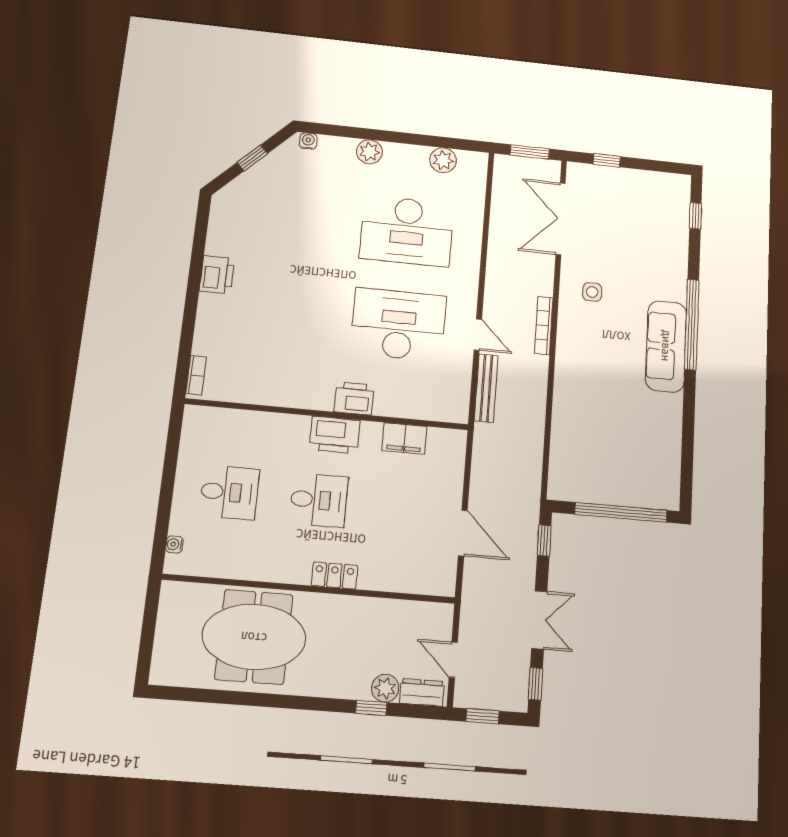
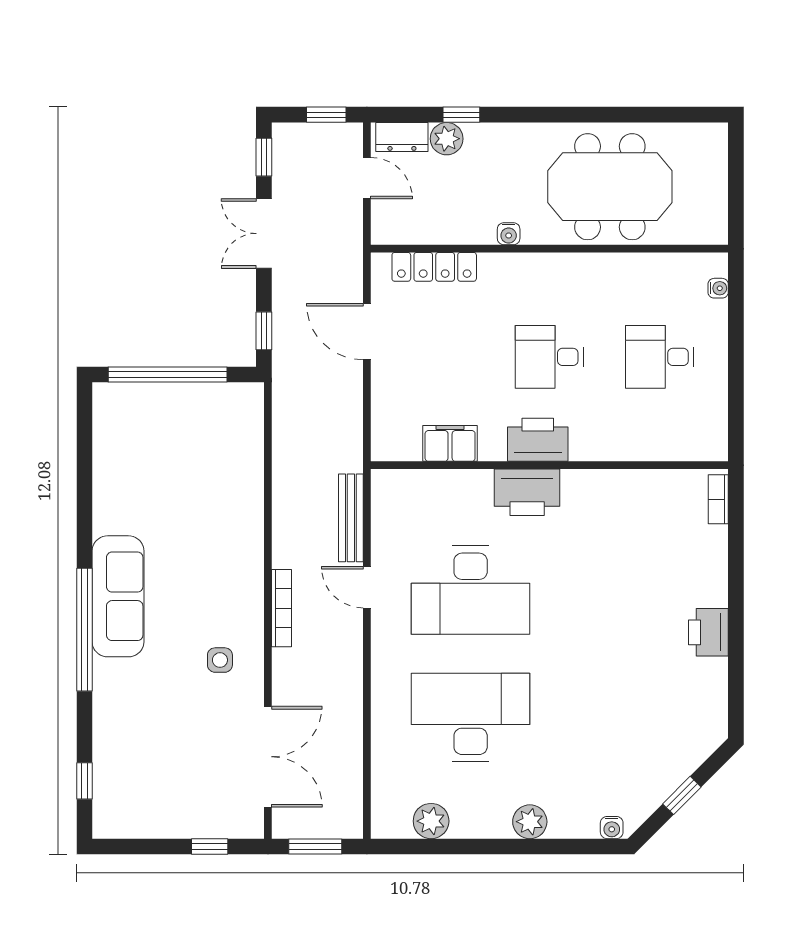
printer: (354, 398) -> (527, 492), width x1.37, depth x1.19
locker: (334, 575) -> (434, 267), moved, width x1.53
water cooler: (342, 604) -> (509, 234), added

